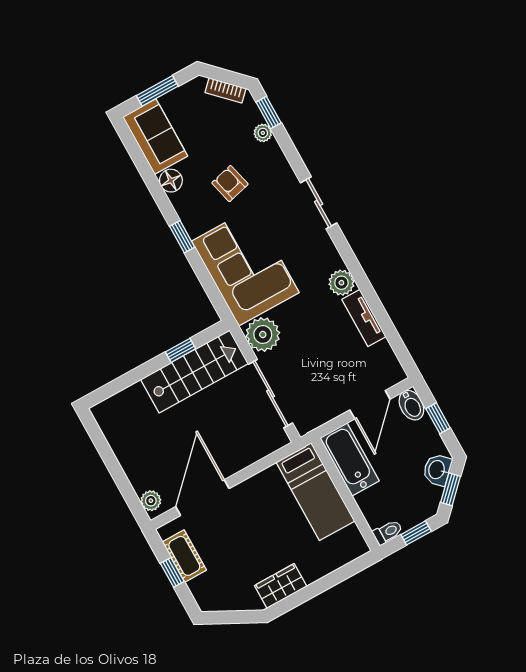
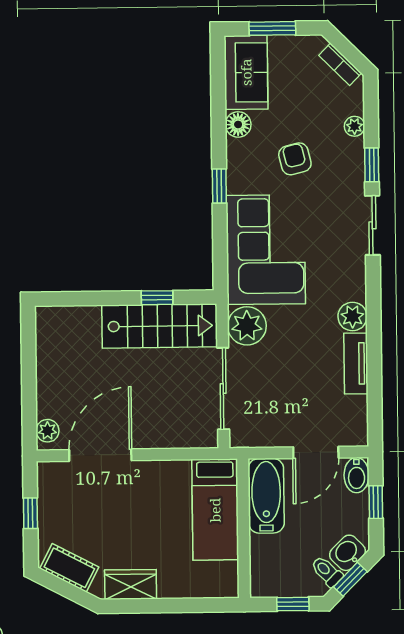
window: (269, 112) -> (372, 165), moved
toilet: (388, 532) -> (327, 571), moved, turned -135
cot: (184, 556) -> (69, 568), moved, turned -62

